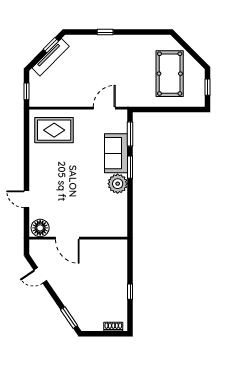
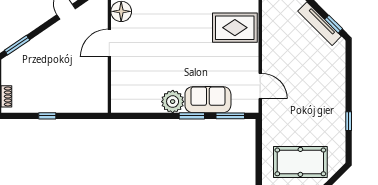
window: (105, 32) -> (349, 121), moved
rug: (54, 130) -> (235, 28), turned 90

